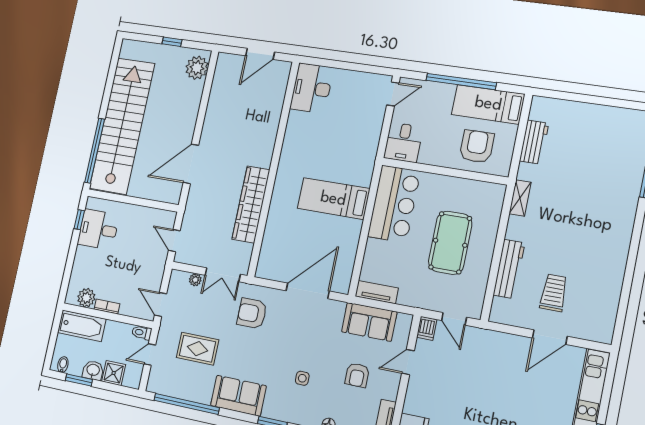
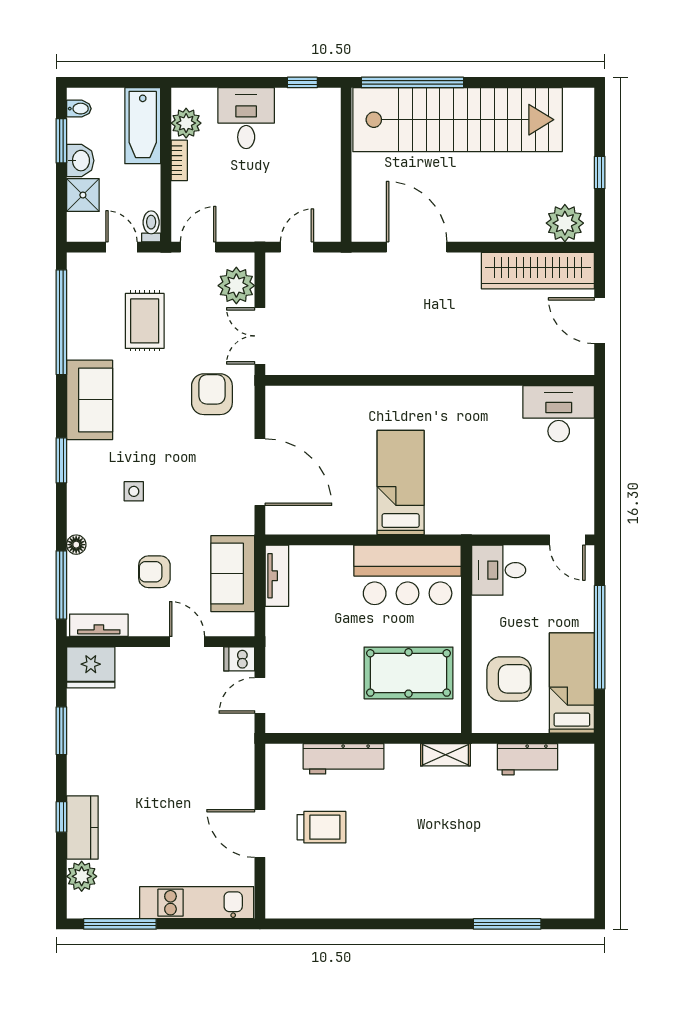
wardrobe: (251, 204) -> (538, 271), moved, turned 180
desk: (98, 229) -> (246, 118), moved
pool table: (450, 243) -> (409, 673), moved
plant: (195, 280) -> (236, 286), width x1.88, depth x1.88

